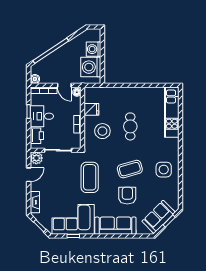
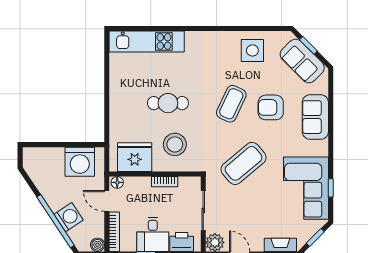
washing machine: (94, 49) -> (69, 217), moved, turned -124
door: (64, 85) -> (107, 201), swing flipped
fridge: (91, 109) -> (135, 157), width x1.88, depth x1.34
coffee table: (130, 169) -> (231, 104), turned 41
side table: (164, 170) -> (252, 50), moved
coffee table: (90, 177) -> (244, 163), turned -40
sofa: (115, 226) -> (315, 117), width x0.73

